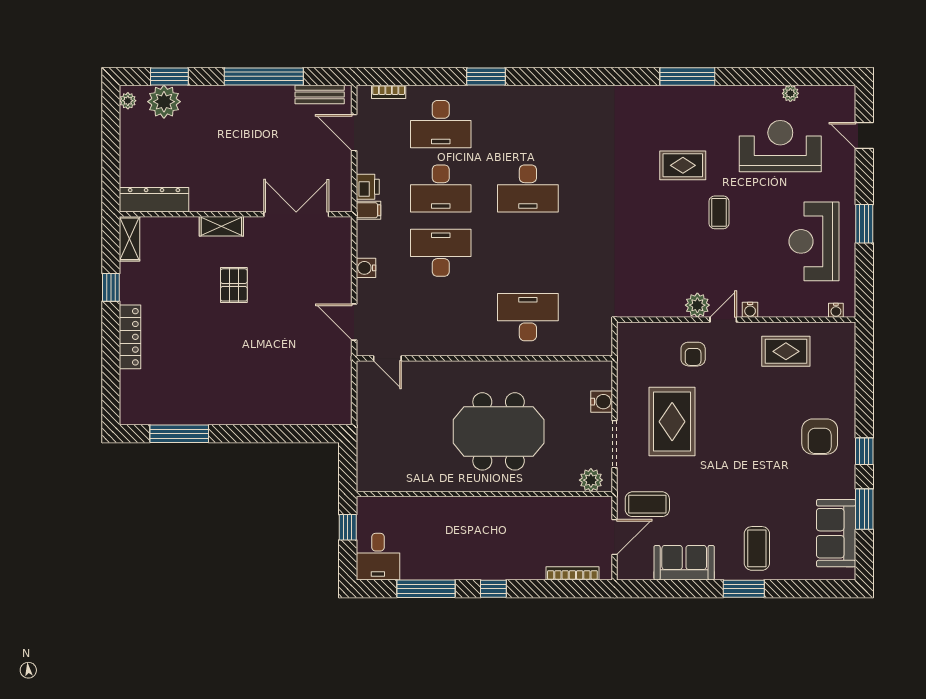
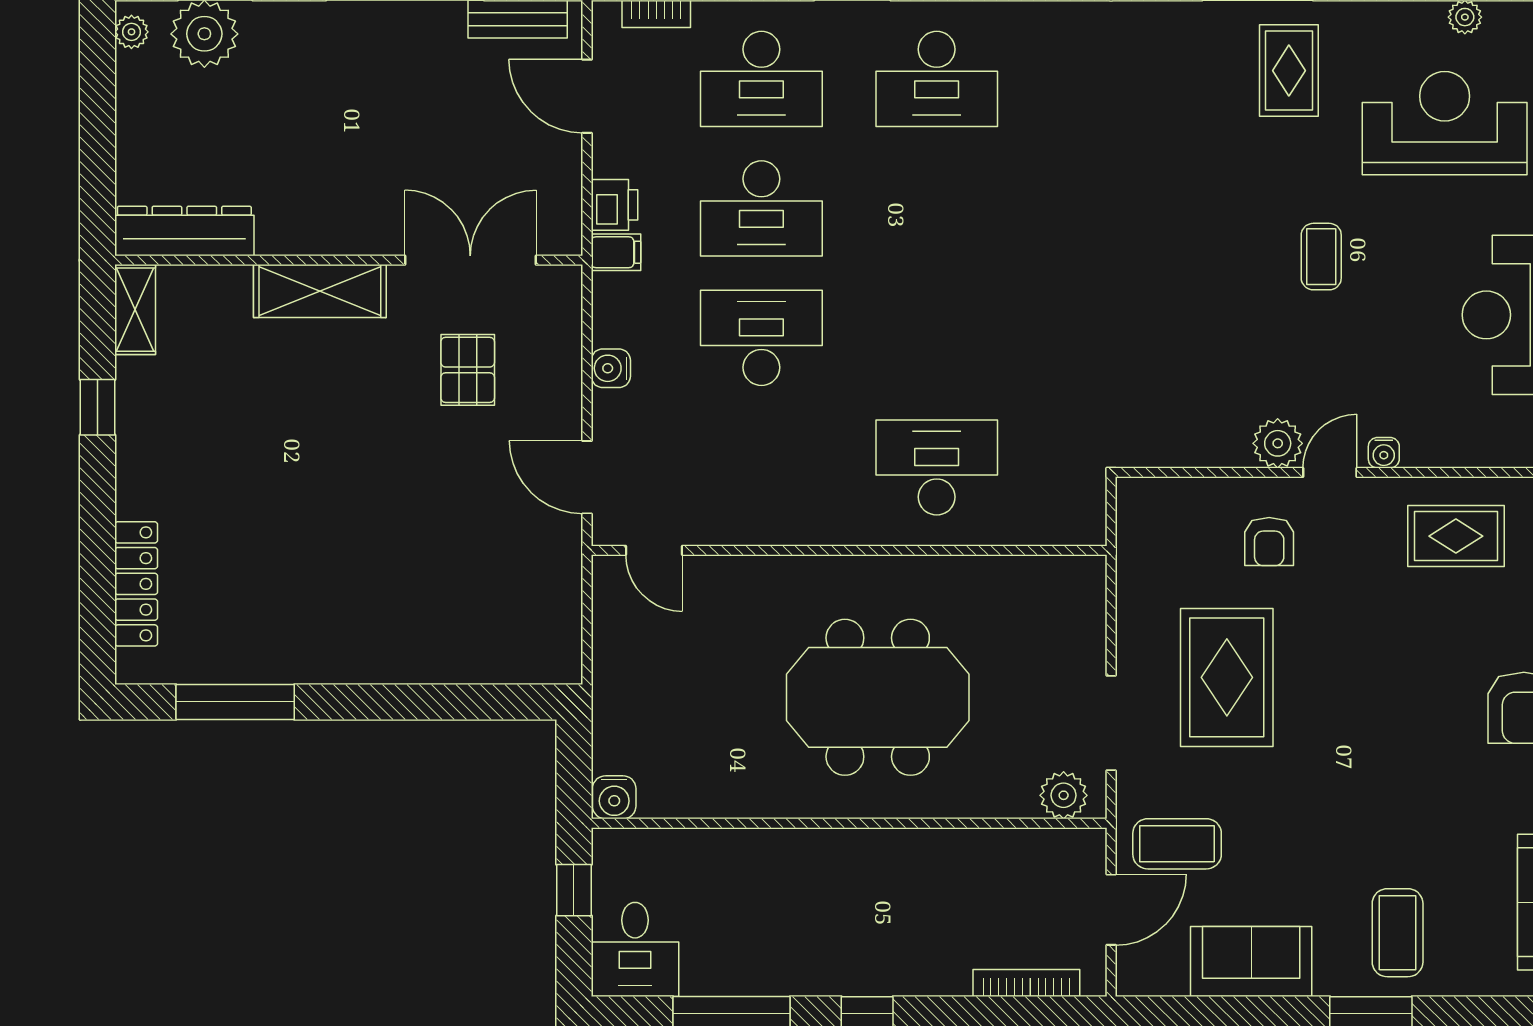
rug: (683, 165) -> (1289, 71), moved, turned 90
desk: (528, 188) -> (937, 79), moved
shelving: (221, 226) -> (320, 291), width x1.50, depth x1.33
pallet: (234, 285) -> (468, 370), moved
locker: (130, 337) -> (136, 584), moved
water cooler: (602, 402) -> (614, 797), moved, turned 90

